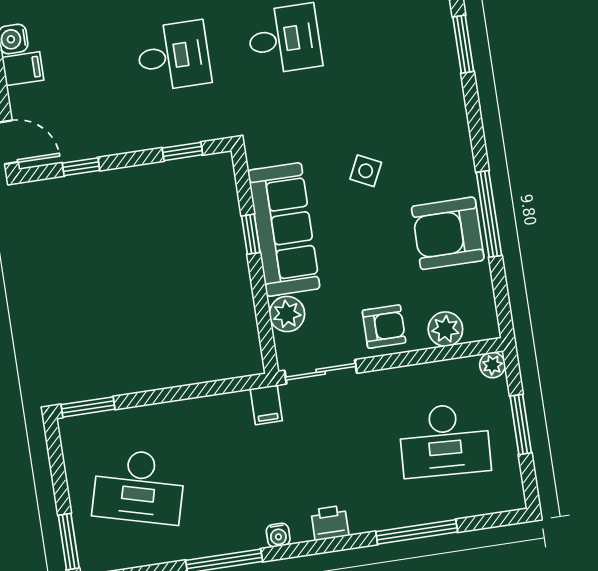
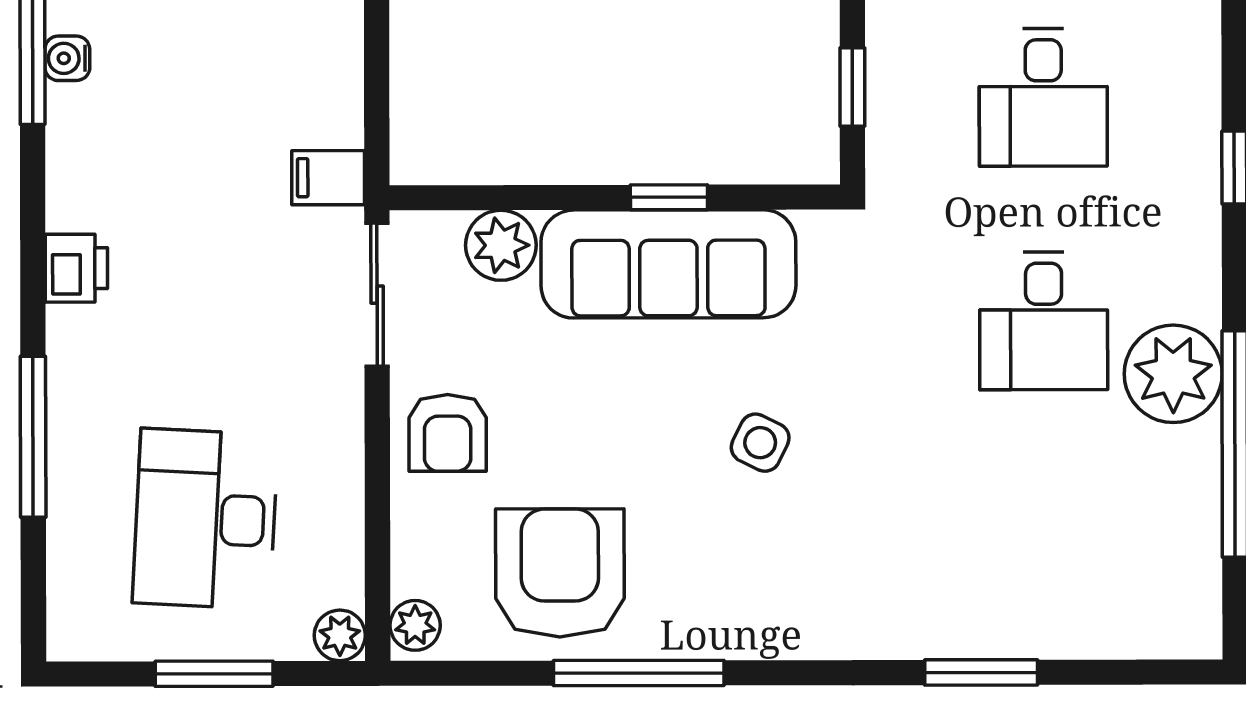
armchair: (448, 233) -> (560, 573), moved
plant: (445, 329) -> (415, 625), moved, width x0.73, depth x0.73
water cooler: (278, 535) -> (67, 58), moved

